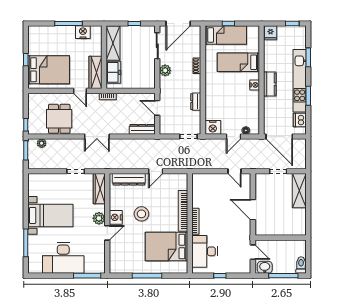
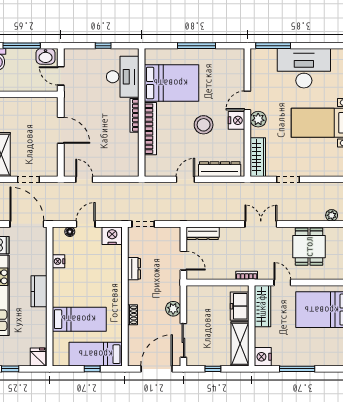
nightstand: (83, 32) -> (263, 357), moved, turned 90
nightstand: (255, 85) -> (59, 261), moved

